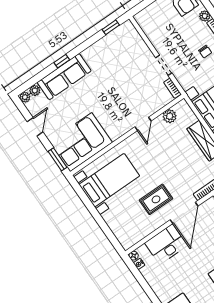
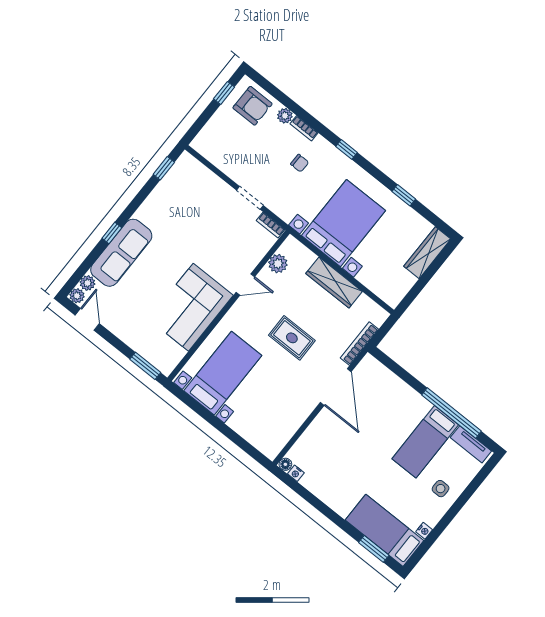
door: (143, 124) -> (245, 284), hinge flipped
door: (35, 127) -> (87, 319), moved
corner sofa: (81, 142) -> (191, 307), moved
rug: (156, 199) -> (292, 338), moved, turned 90
desk: (166, 244) -> (324, 436), removed

